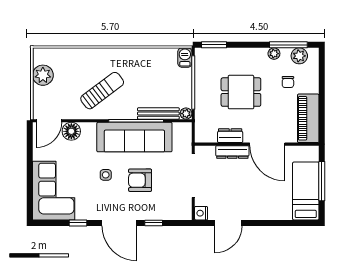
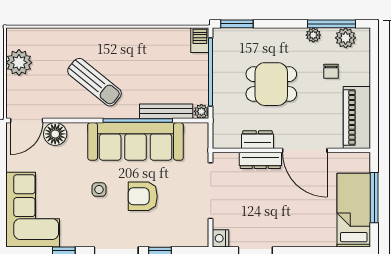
sun lounger: (102, 91) -> (94, 82), turned 76

